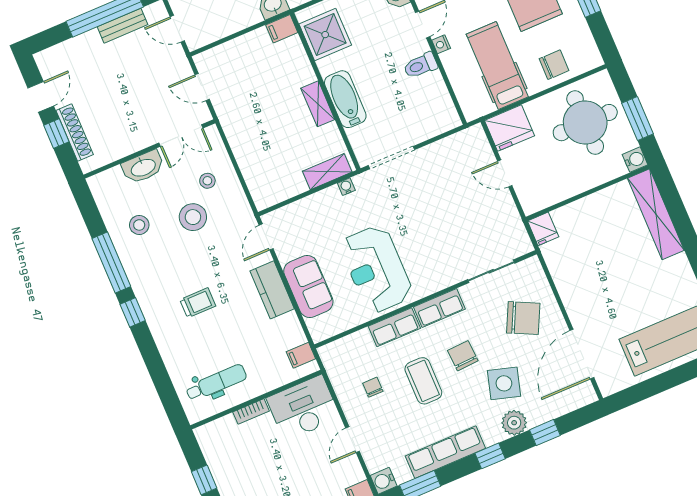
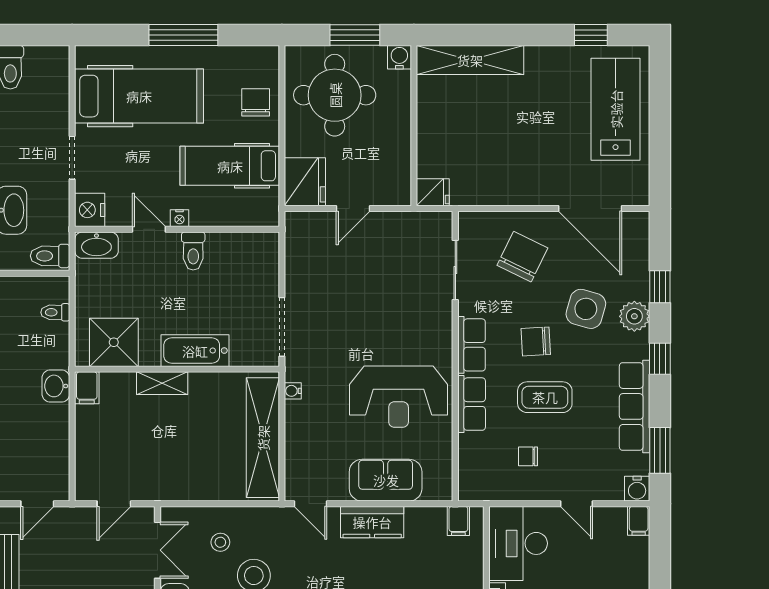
shelving: (318, 104) -> (162, 383), moved
shelving: (327, 172) -> (263, 438), width x2.20, depth x1.33

